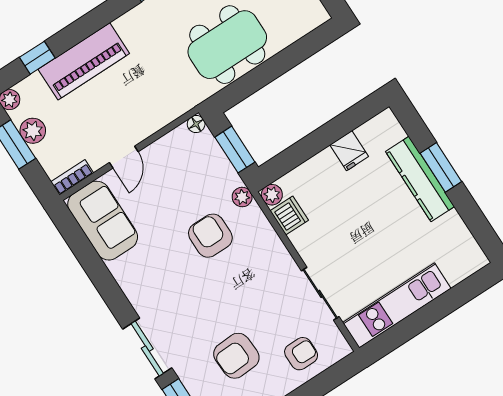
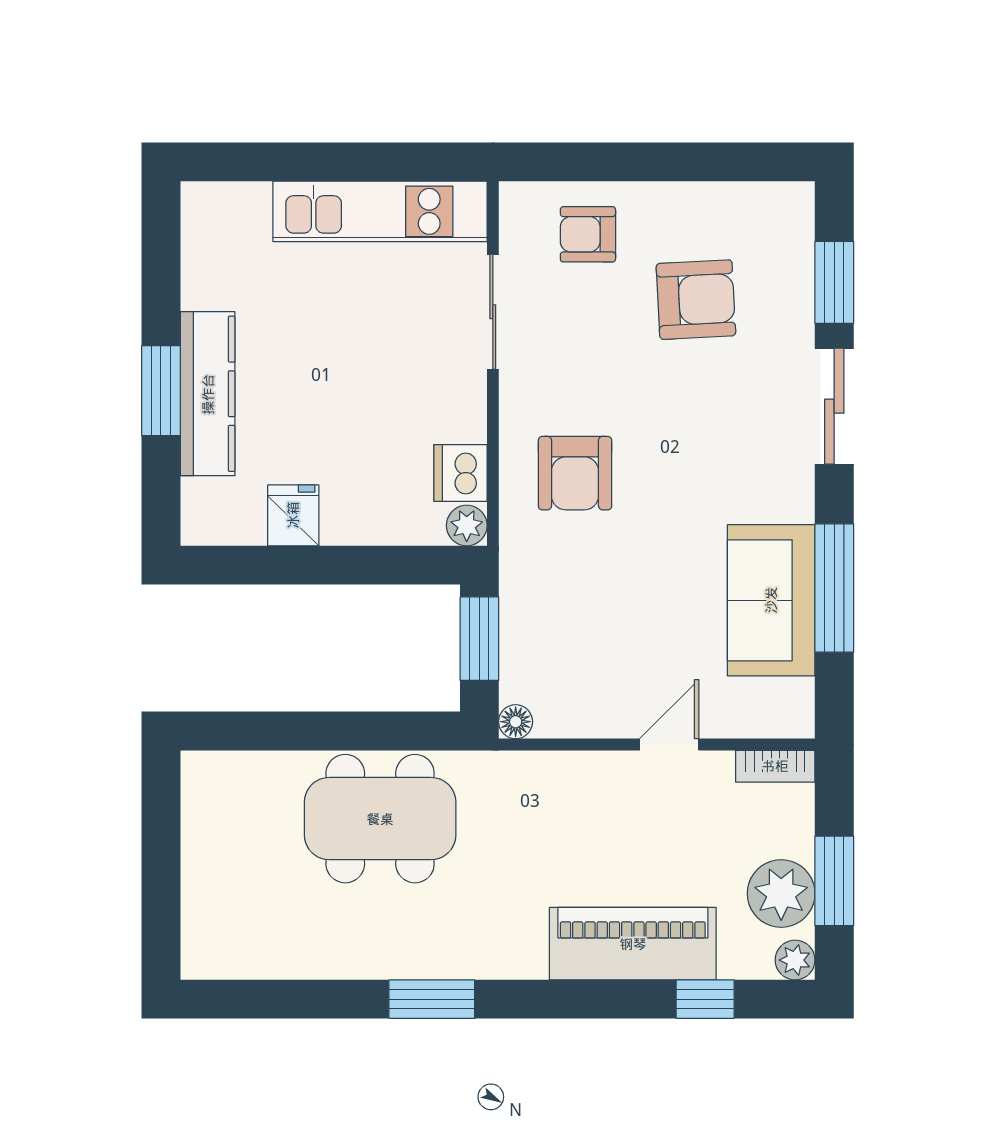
plant: (33, 131) -> (781, 893), width x1.36, depth x1.36
plant: (242, 197) -> (518, 553), removed
sofa: (103, 221) -> (771, 600), moved
armchair: (210, 236) -> (575, 473), moved
window: (97, 270) -> (834, 588), added

